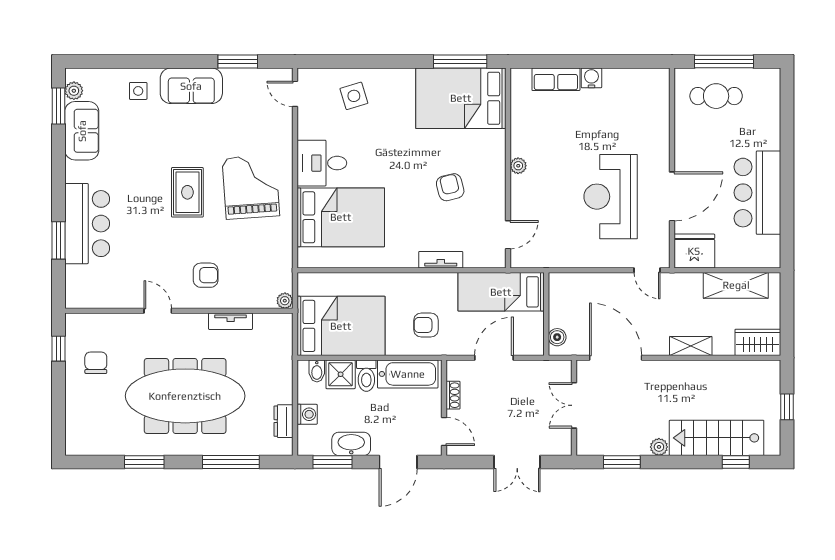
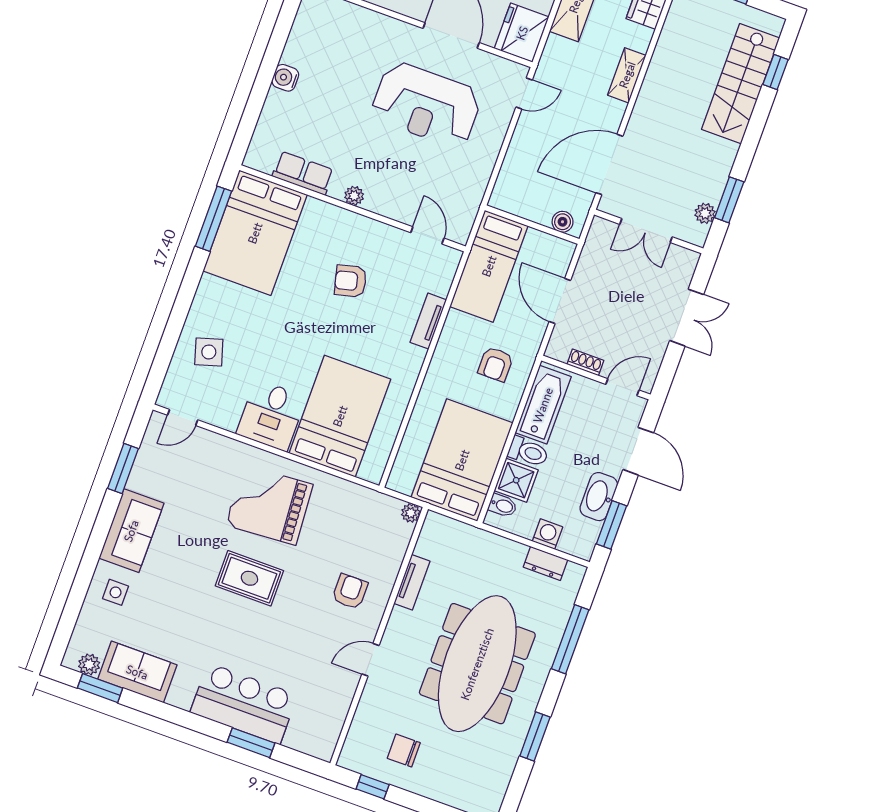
row of seats: (556, 79) -> (303, 173), moved, turned -90
plant: (659, 447) -> (705, 213), moved

